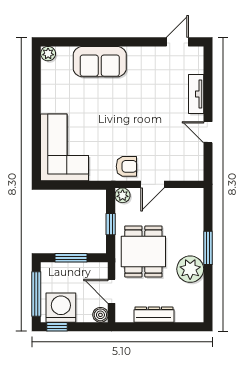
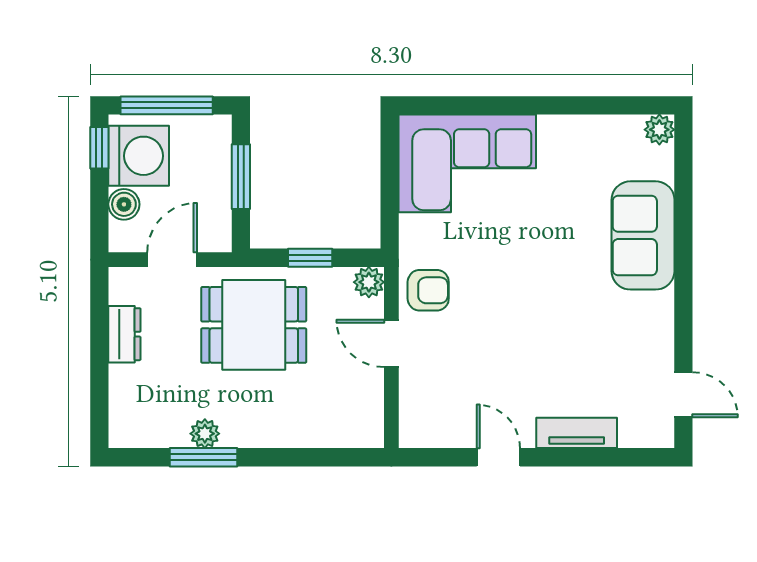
door: (208, 132) -> (498, 457), hinge flipped
armchair: (126, 166) -> (428, 290), turned -90
window: (208, 248) -> (204, 457), moved
plant: (190, 269) -> (205, 434), width x0.53, depth x0.53
boiler: (100, 315) -> (124, 204), moved
dresser: (154, 315) -> (124, 334), width x0.70

